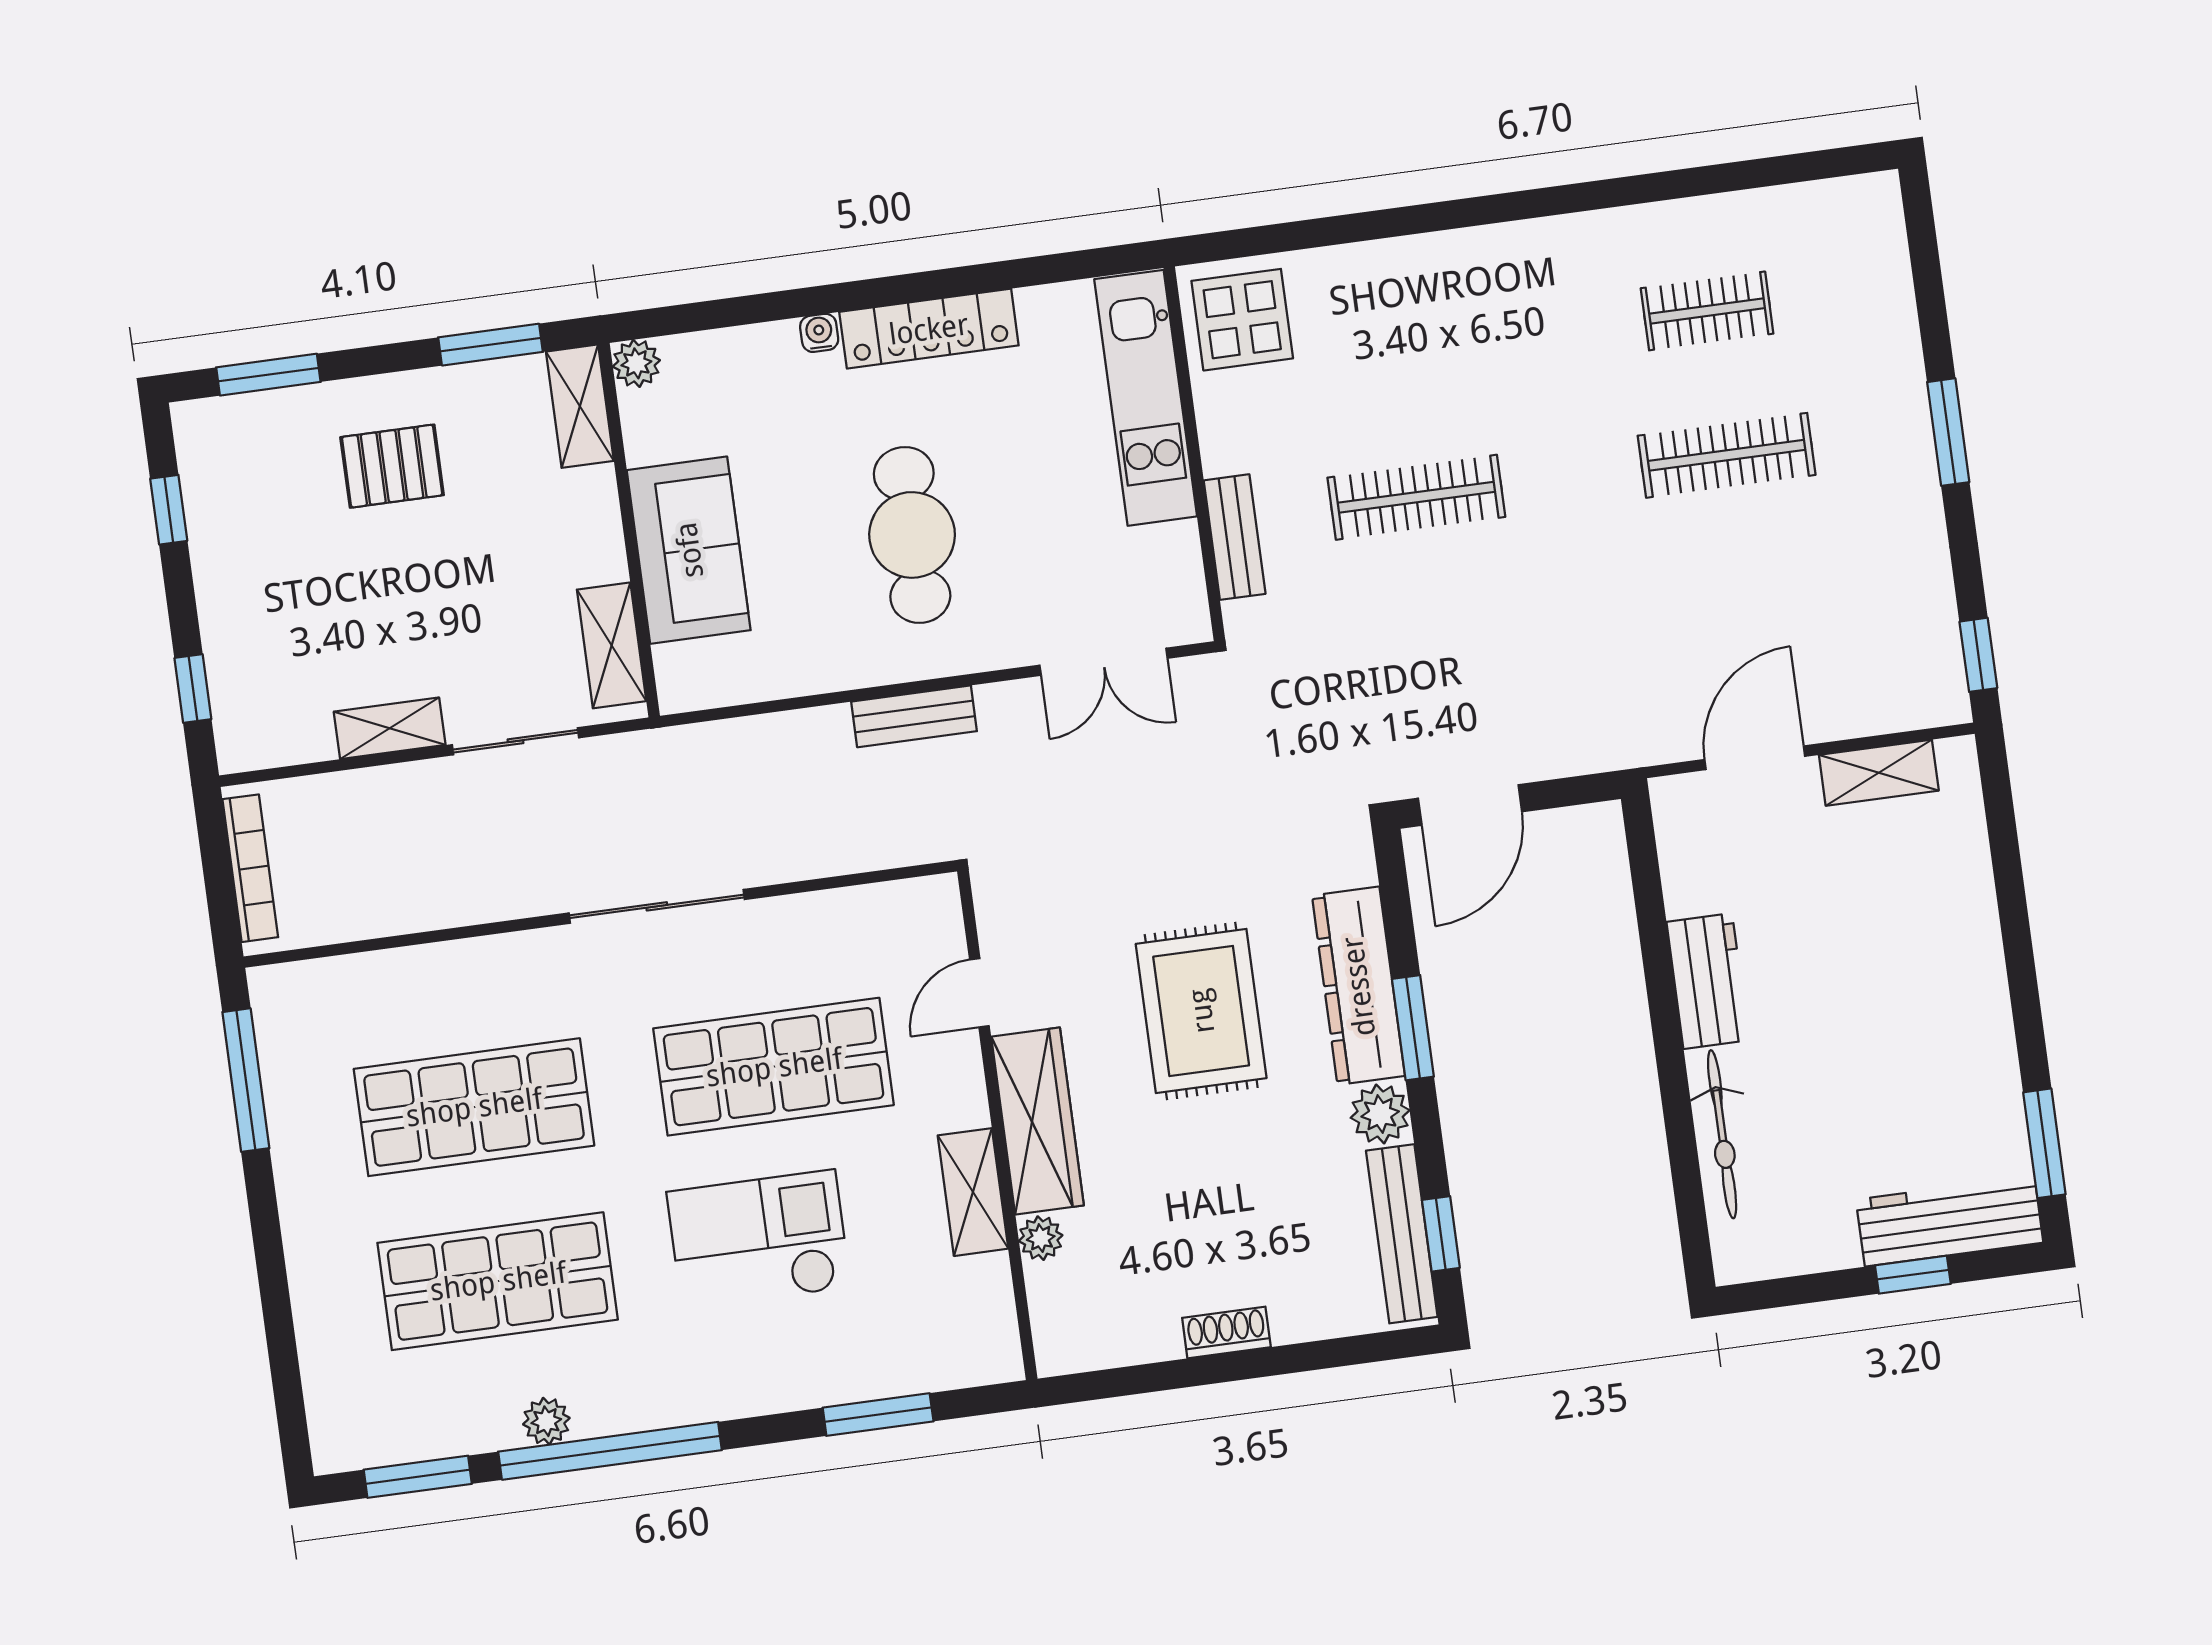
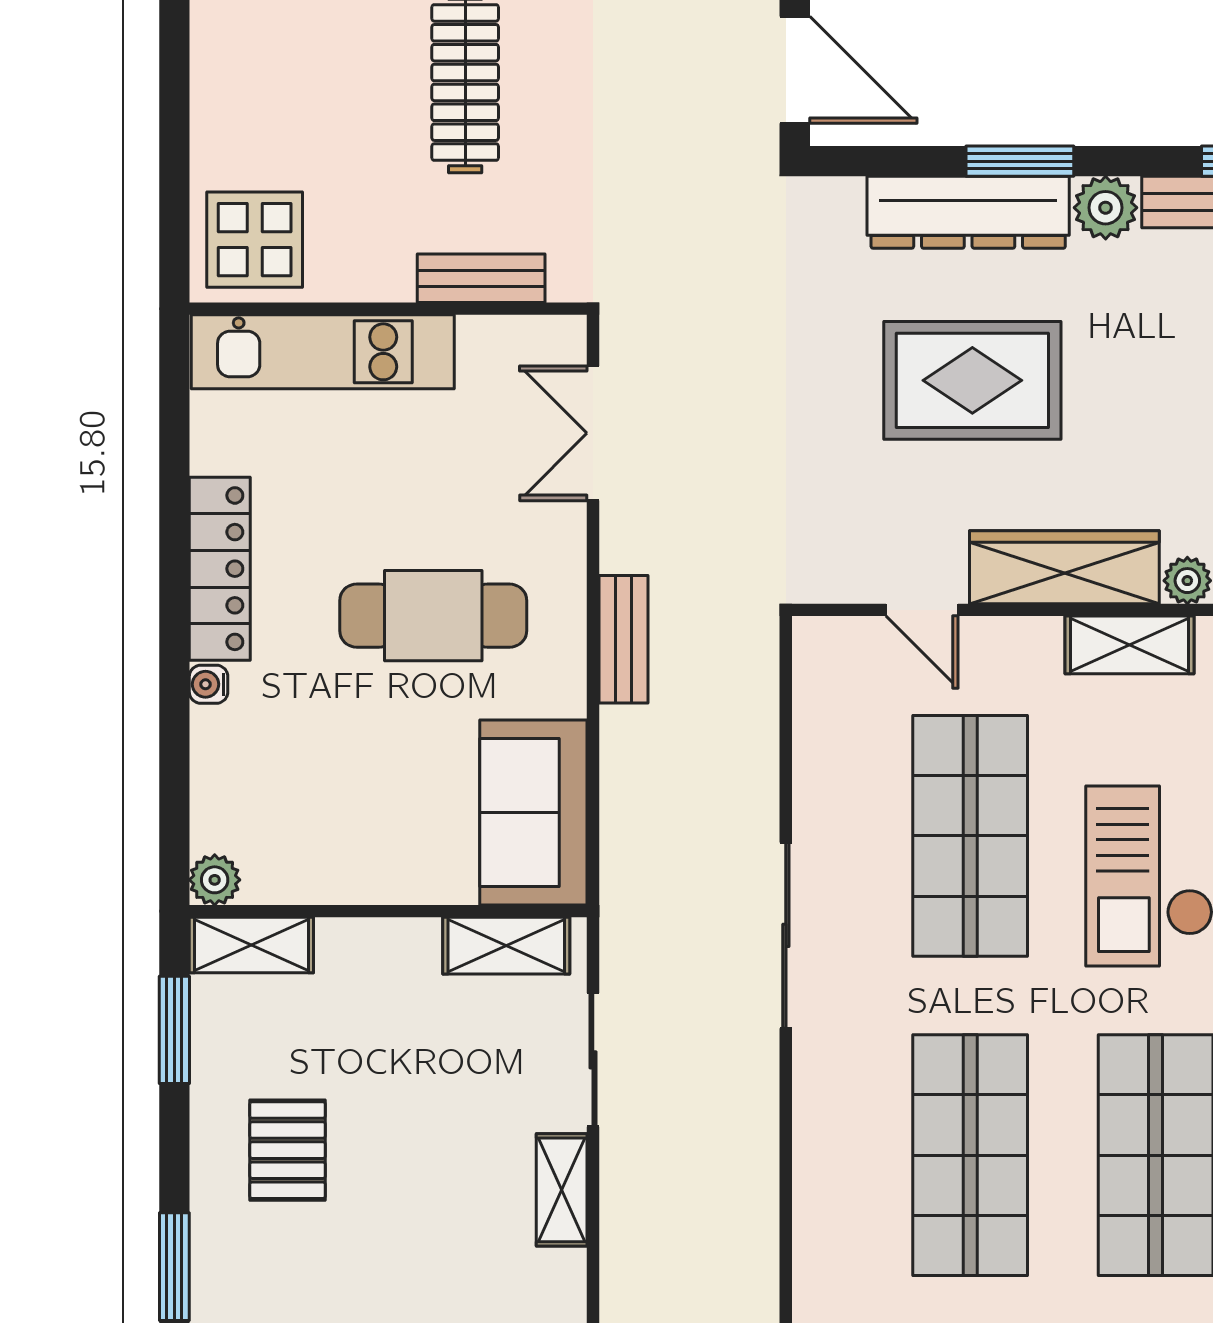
sofa: (689, 550) -> (533, 812), moved, turned -90
double door: (1104, 662) -> (593, 433), swing flipped

